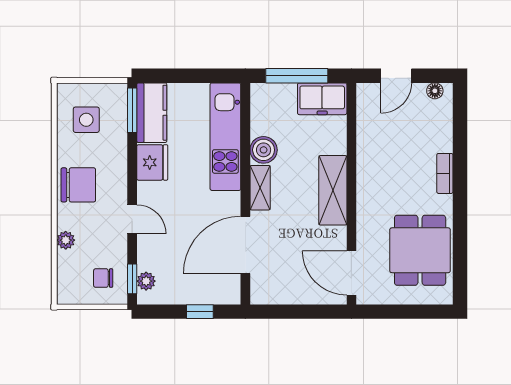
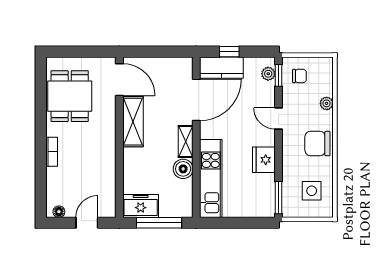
kitchen counter: (152, 113) -> (221, 68), moved, turned -90
shelving: (333, 190) -> (133, 122), moved

